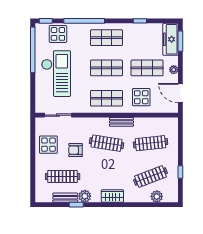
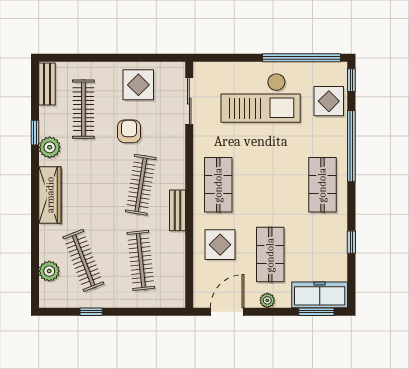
shop shelf: (107, 68) -> (270, 185), removed
wardrobe: (112, 196) -> (50, 195), width x1.50
bench: (65, 198) -> (47, 84), moved

